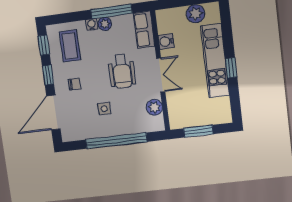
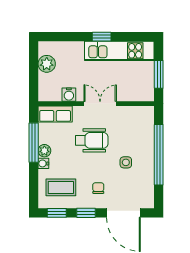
kitchen unit: (215, 61) -> (119, 51), moved
plant: (154, 107) -> (130, 114), removed

